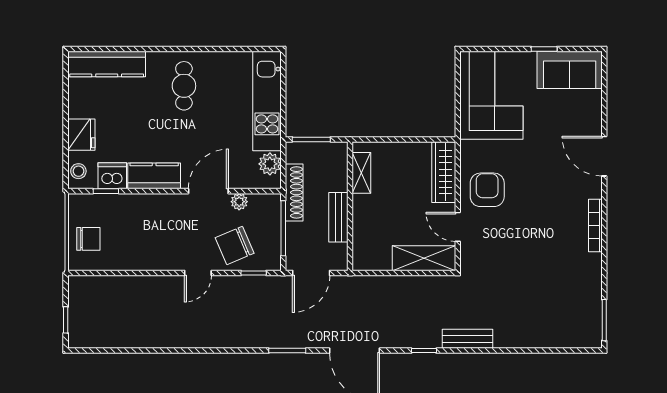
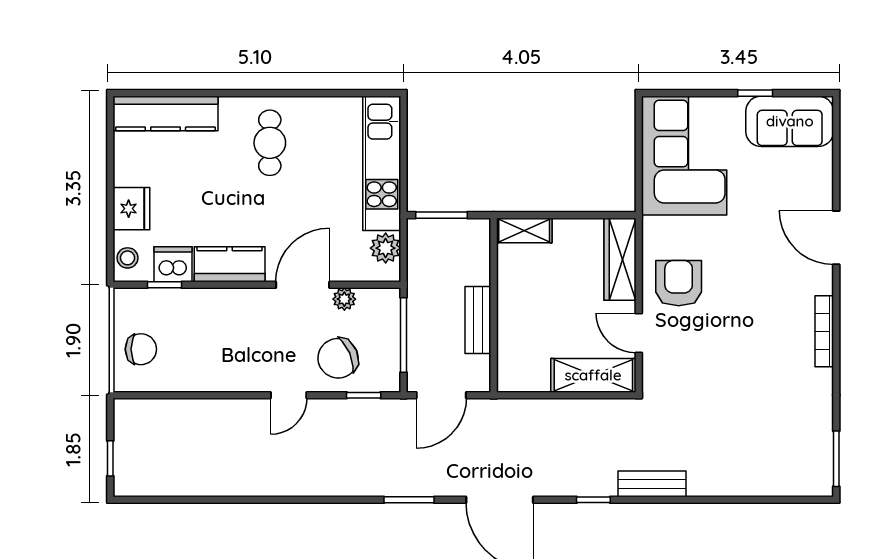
shelving: (361, 173) -> (524, 230), moved, turned 90
shoe rack: (294, 192) -> (418, 287), removed

